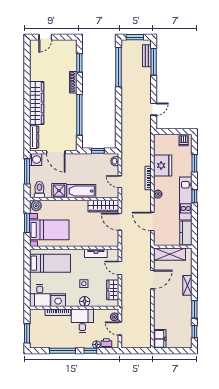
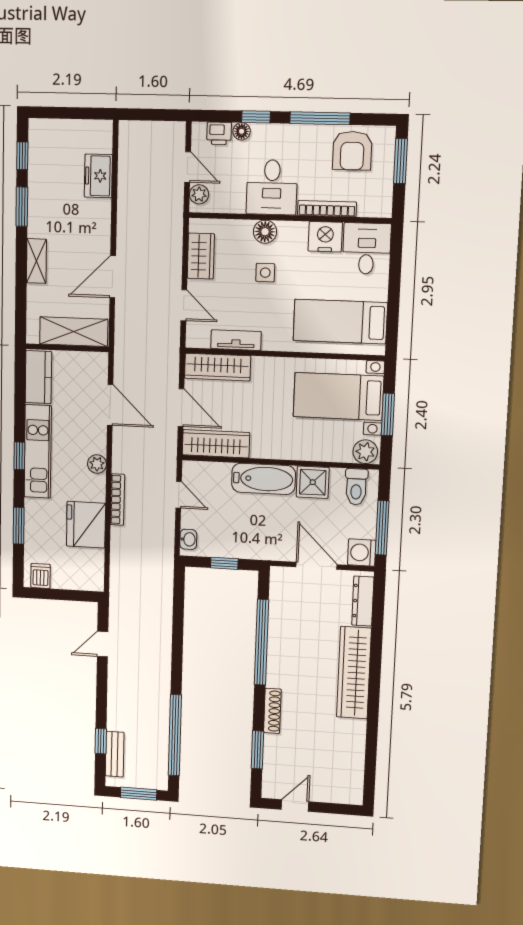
door: (45, 37) -> (295, 806), moved
window: (154, 62) -> (101, 741), width x0.46
wardrobe: (104, 241) -> (218, 367), added
armchair: (48, 337) -> (352, 151), added
freezer: (160, 339) -> (98, 176), moved

